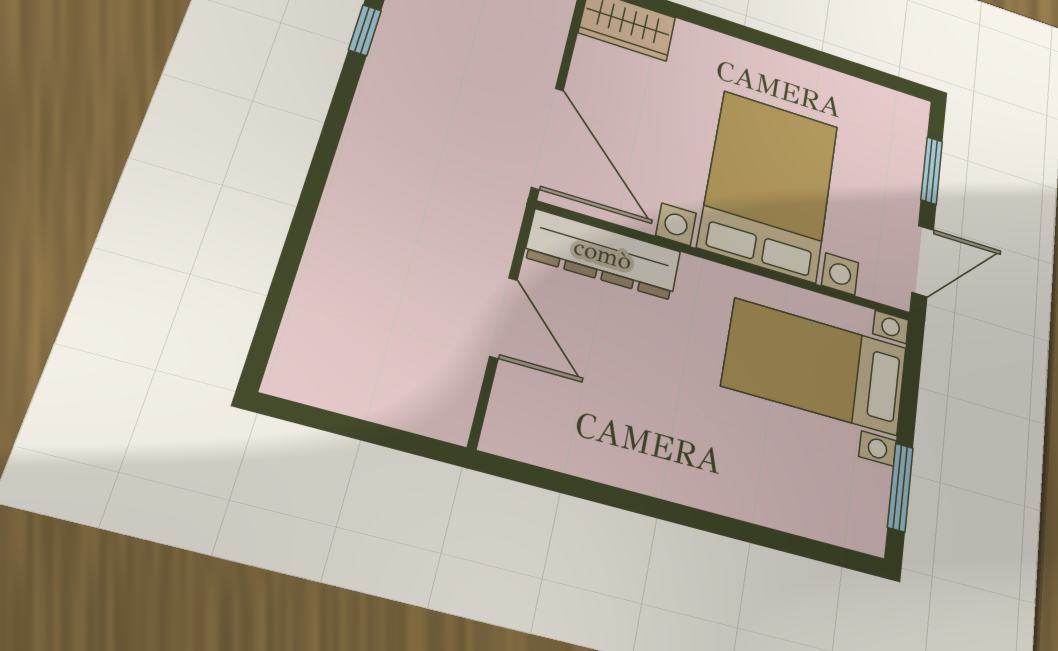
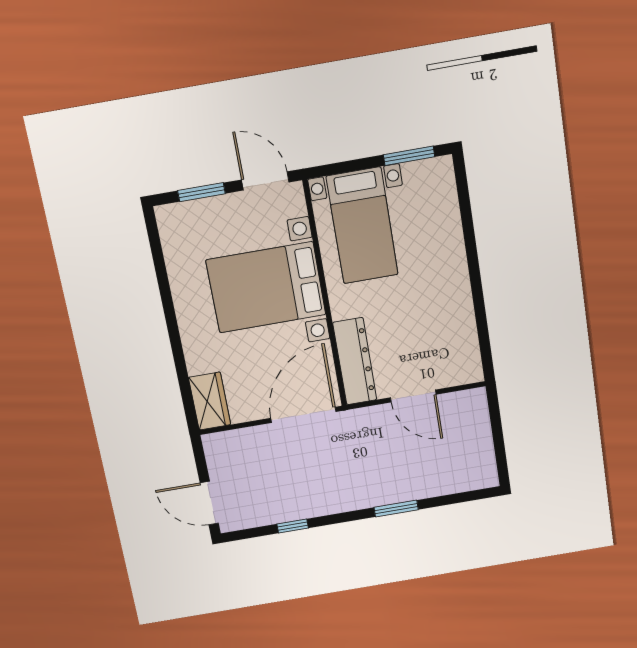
window: (310, 197) -> (396, 508), added
door: (504, 318) -> (413, 396), swing flipped

